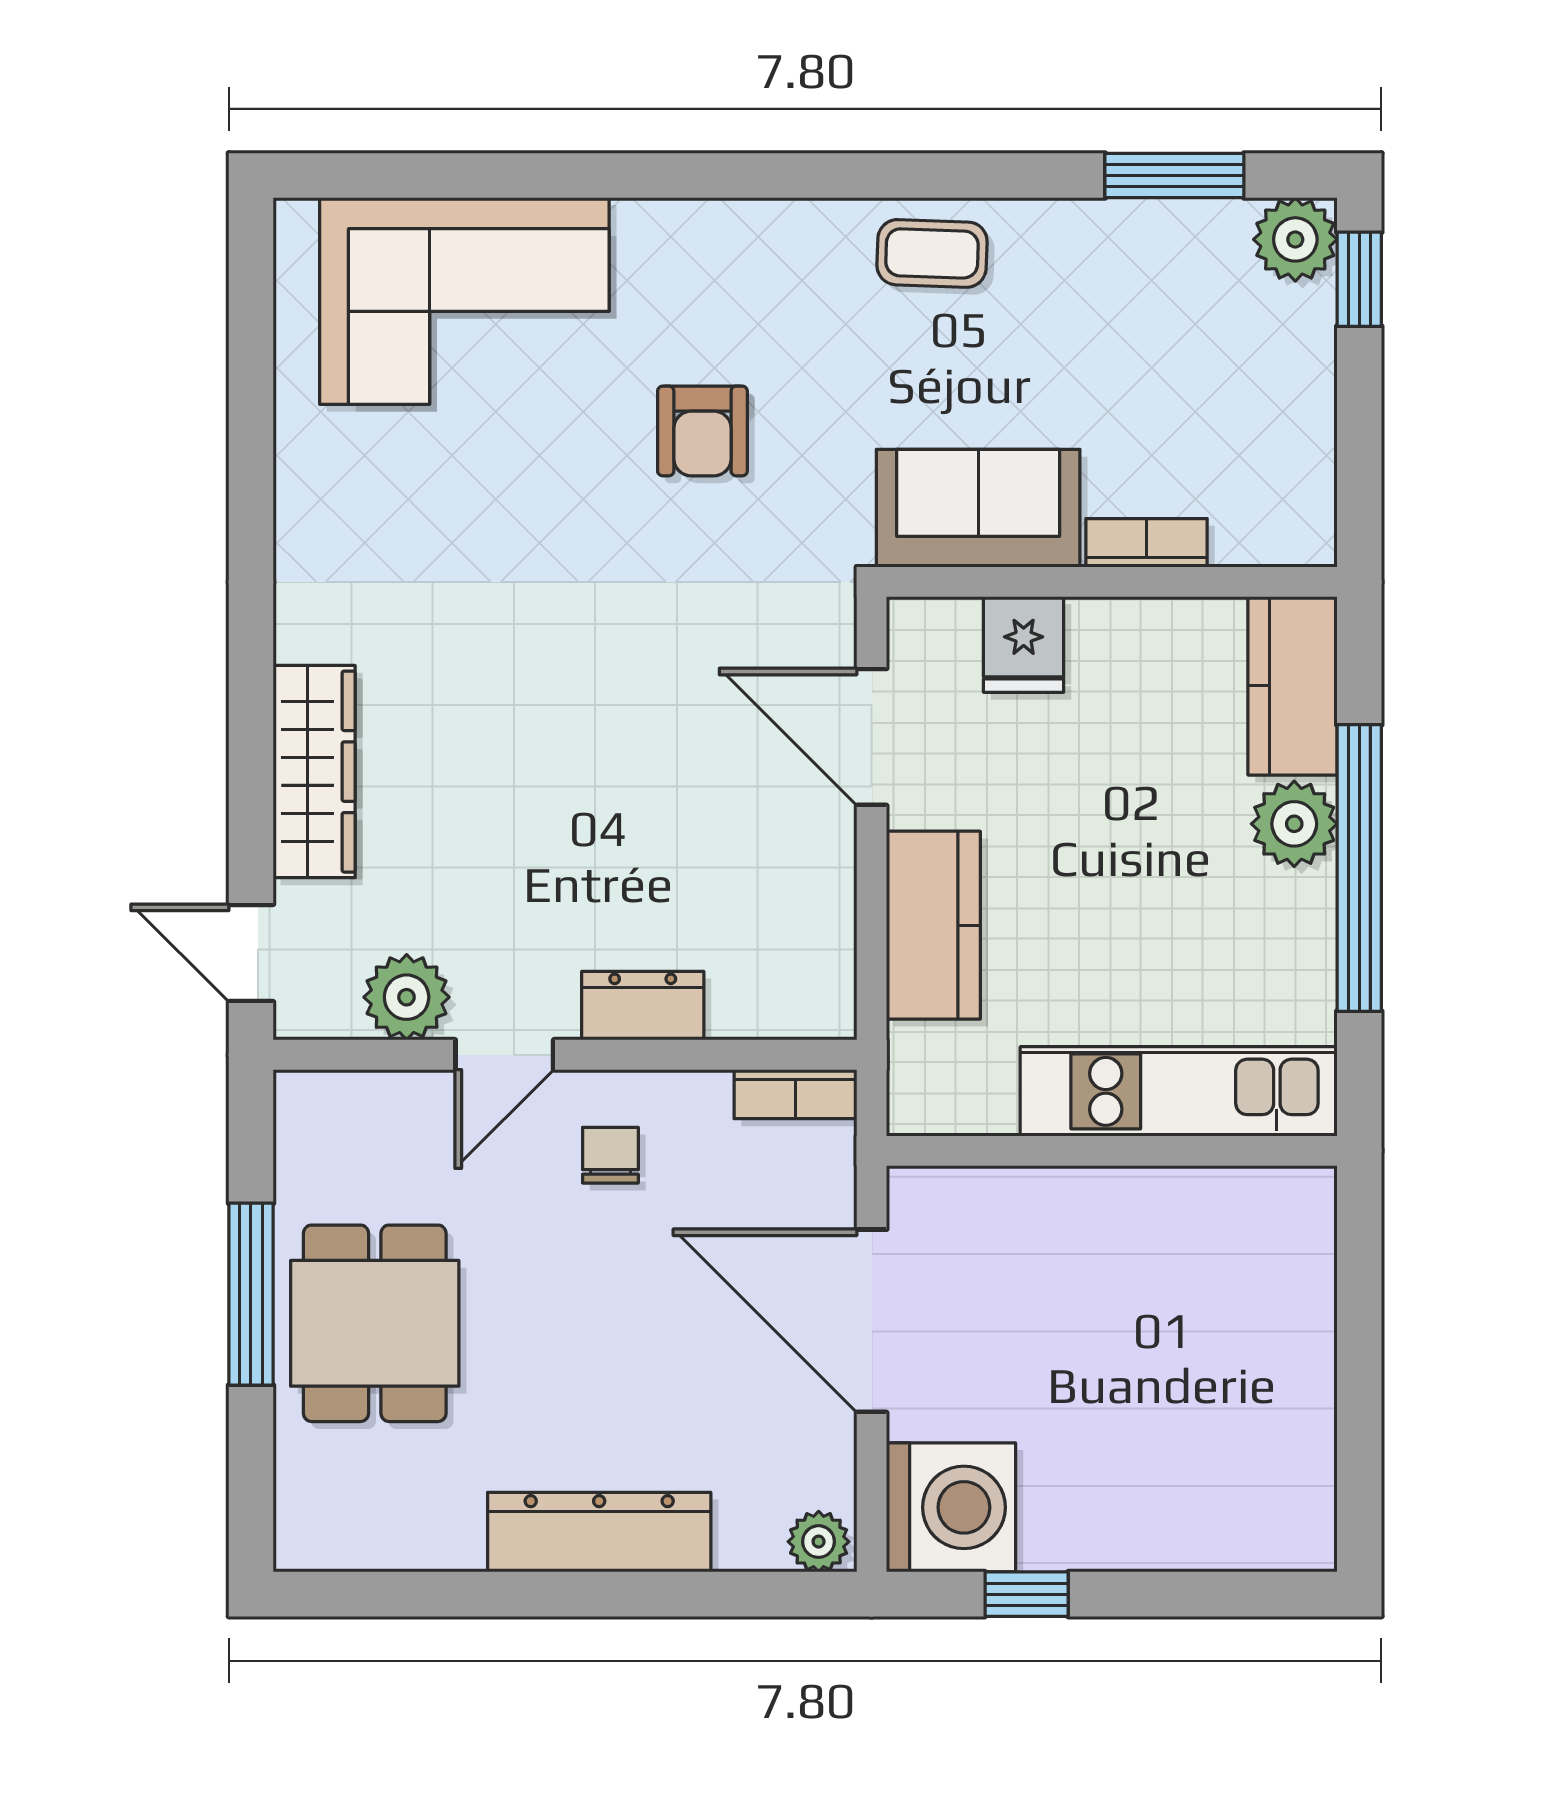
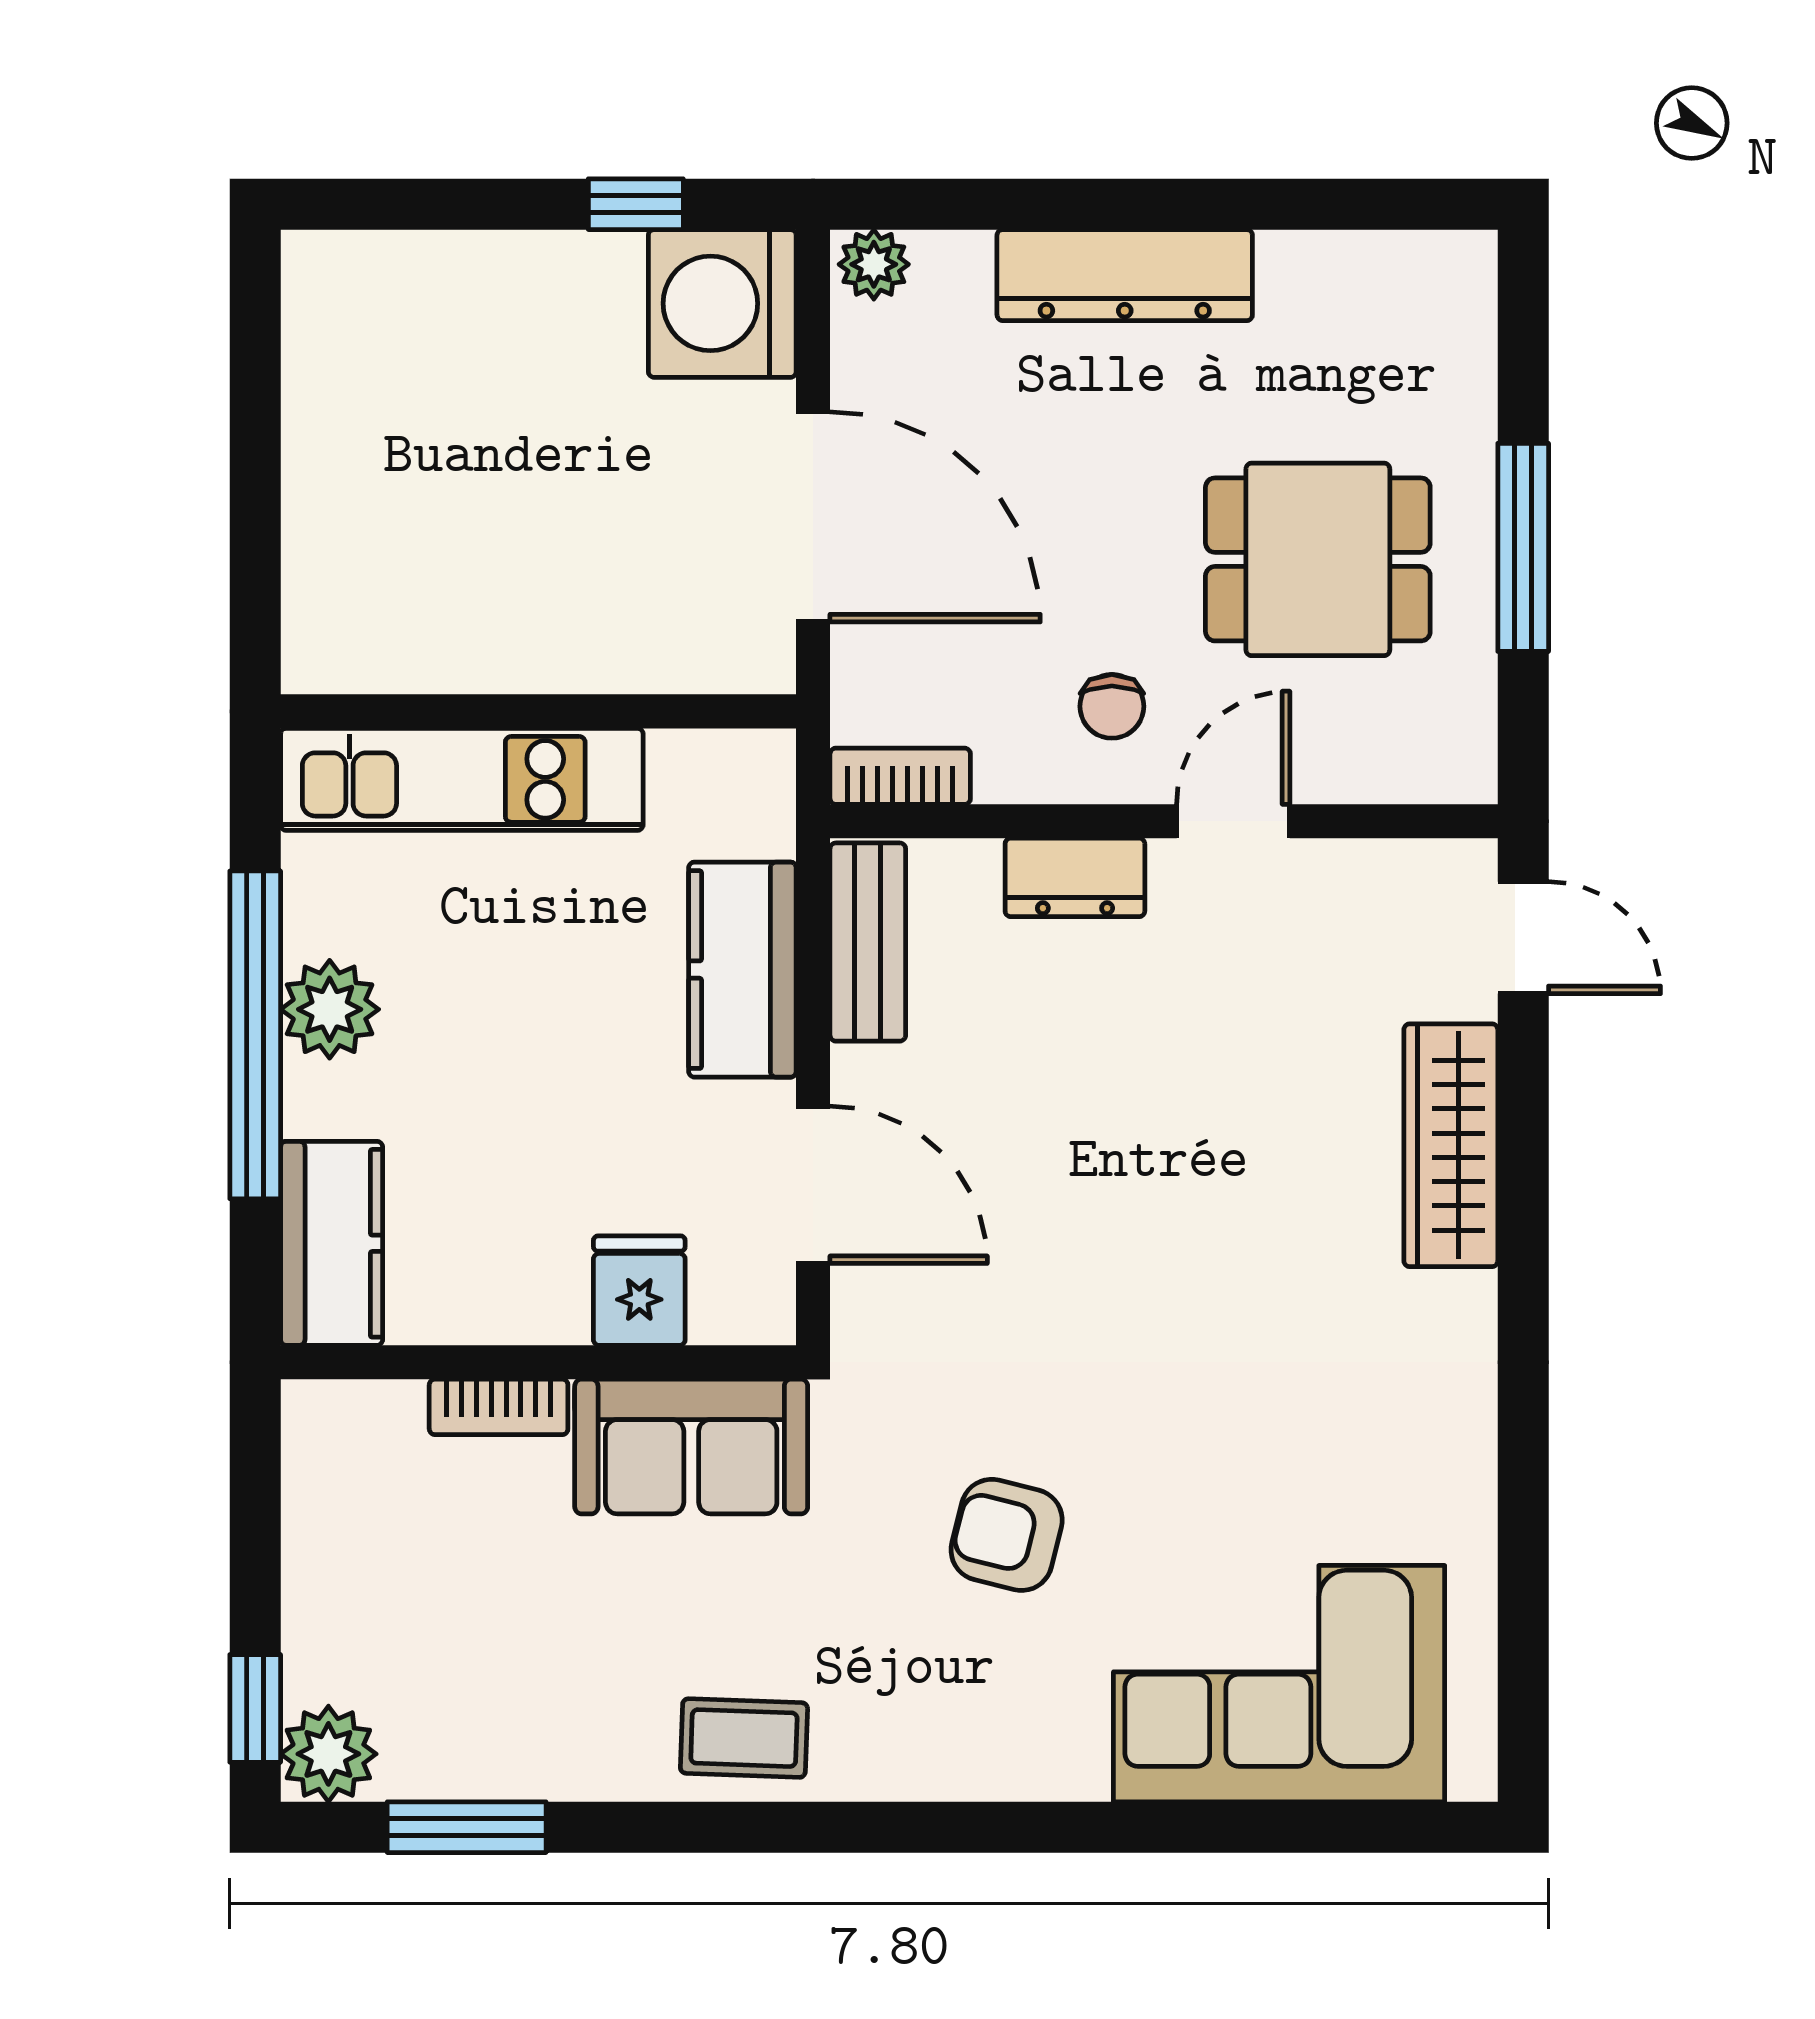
armchair: (702, 431) -> (1007, 1535), turned -76
plant: (1294, 824) -> (330, 1009), moved
bench: (824, 949) -> (868, 942), added
plant: (407, 997) -> (1345, 887), removed
dining table: (375, 1323) -> (1318, 559), moved, turned 90

